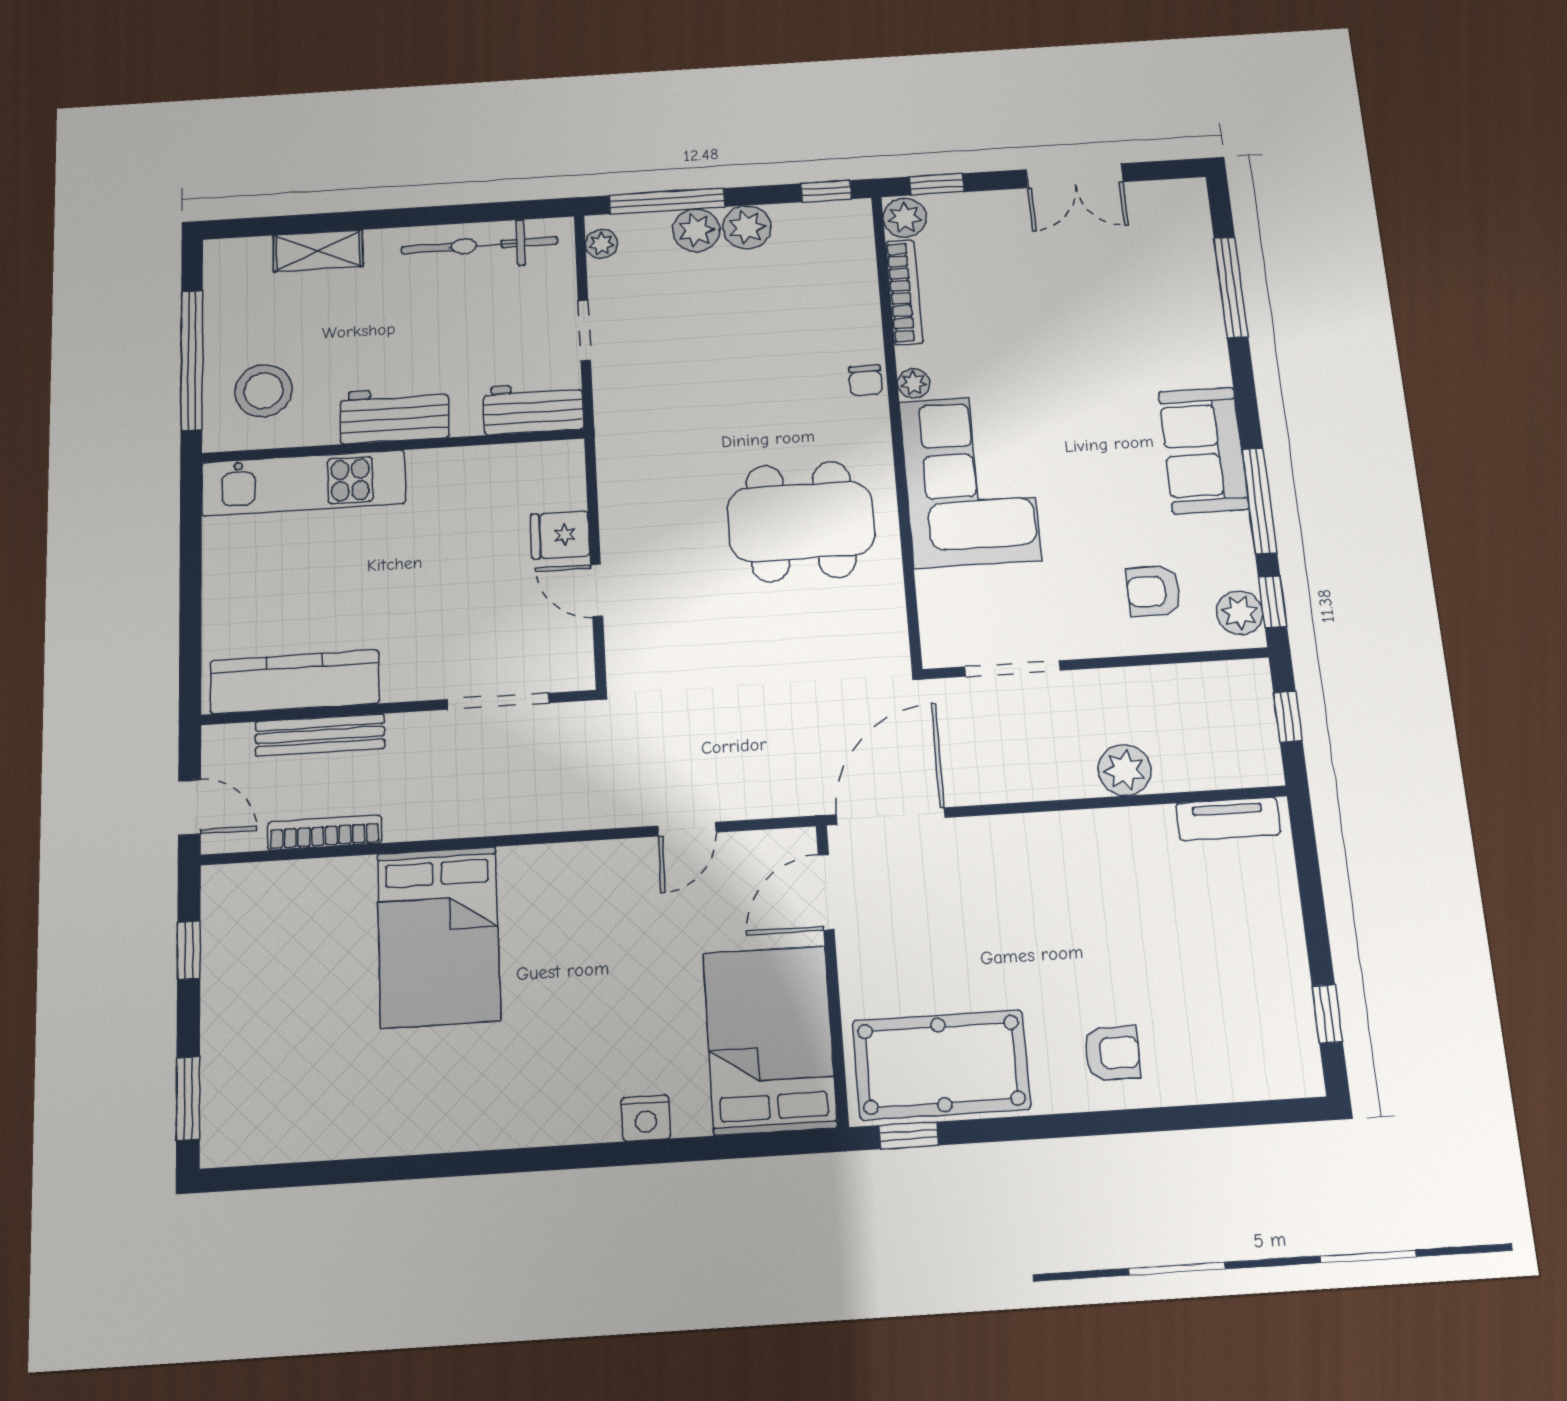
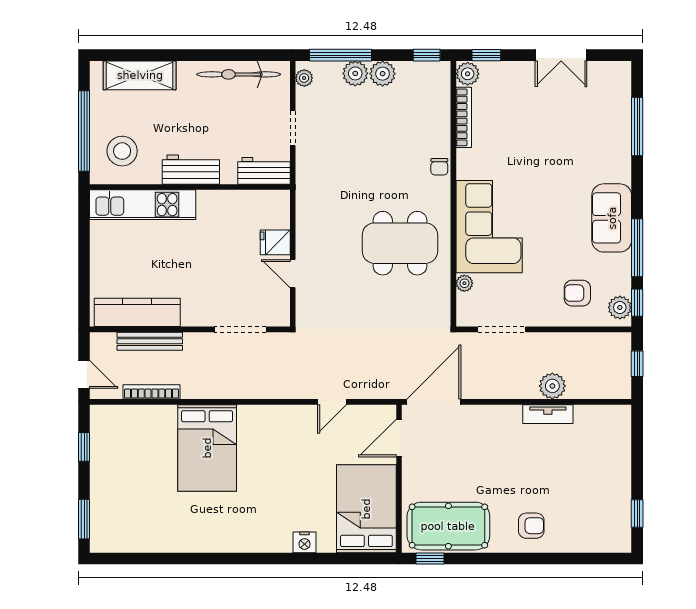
shelving: (318, 251) -> (140, 75), width x1.50, depth x1.33
plant: (914, 383) -> (464, 283), moved
tv unit: (1228, 819) -> (548, 414), moved

